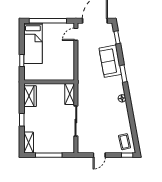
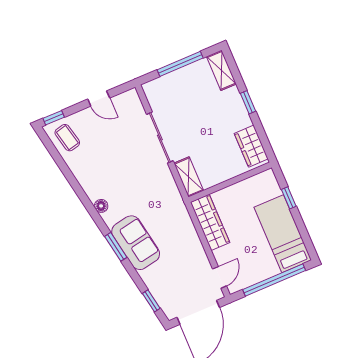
sofa: (110, 61) -> (136, 243), moved
wardrobe: (69, 65) -> (210, 222), added
door: (99, 155) -> (99, 99), swing flipped

